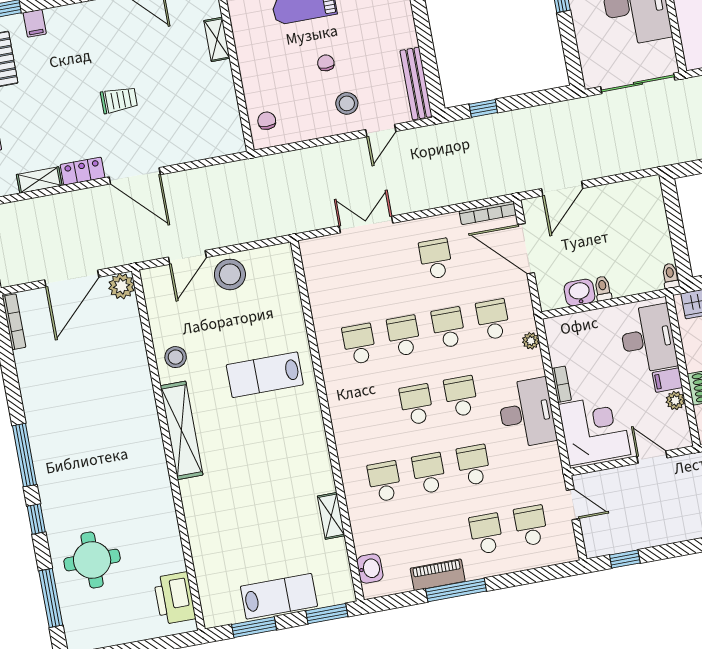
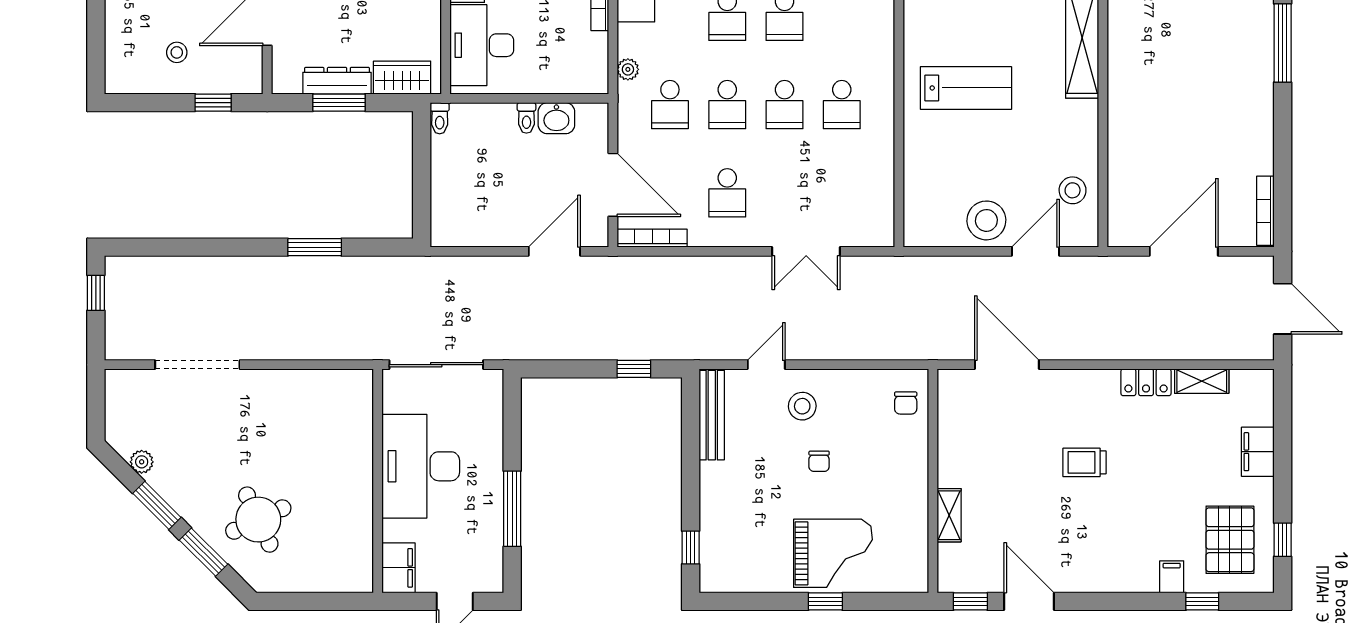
door: (135, 176) -> (1007, 365), moved
plant: (122, 286) -> (1124, 231), removed
stool: (176, 357) -> (1073, 190), moved

